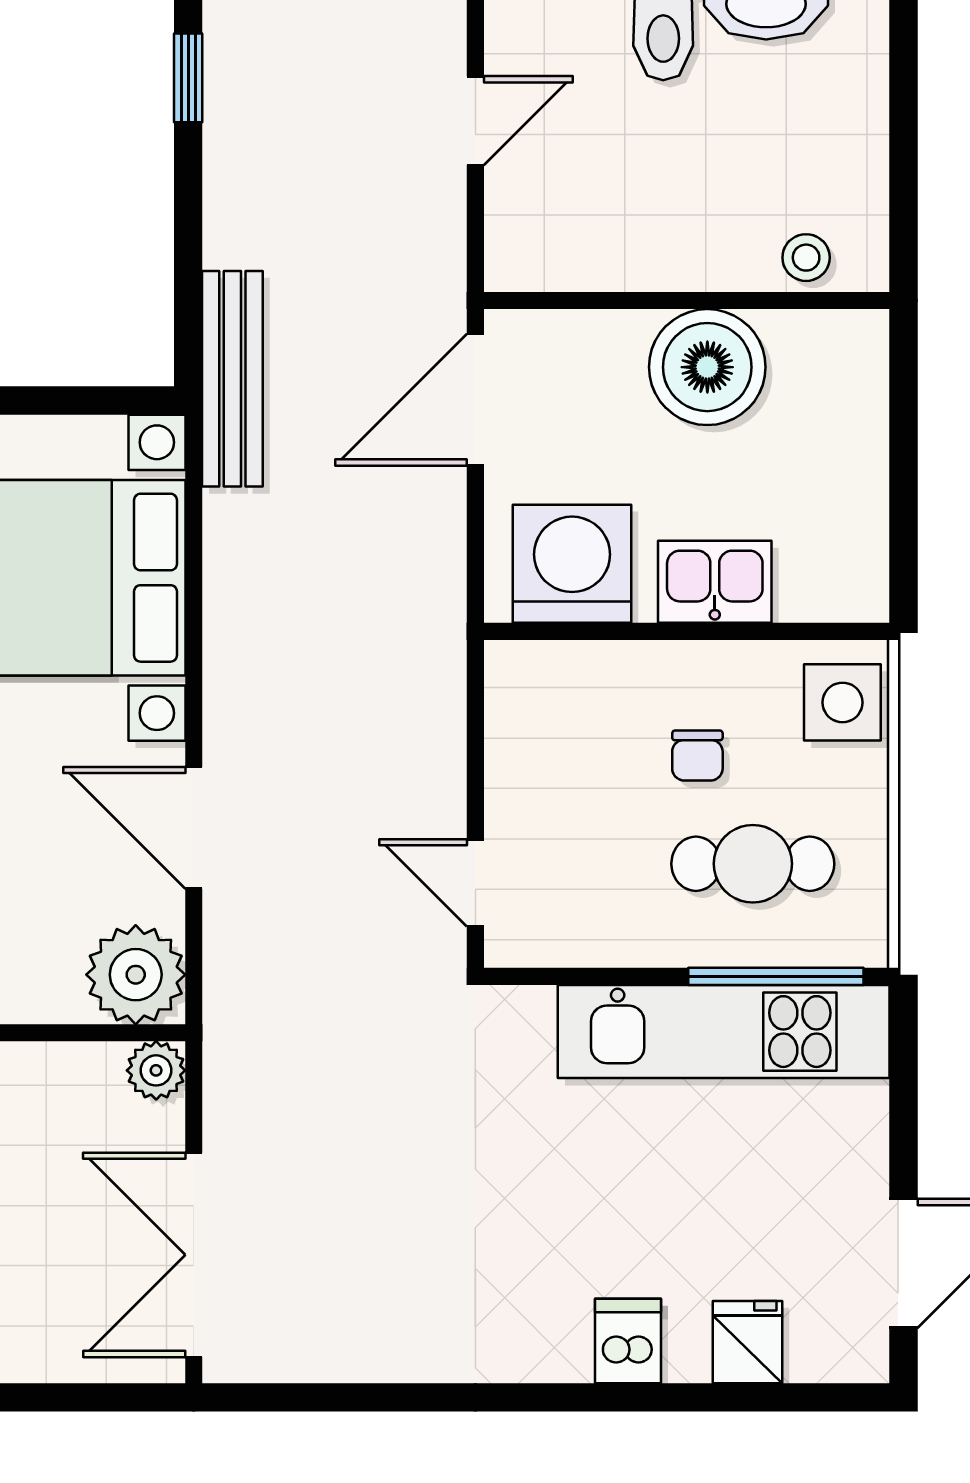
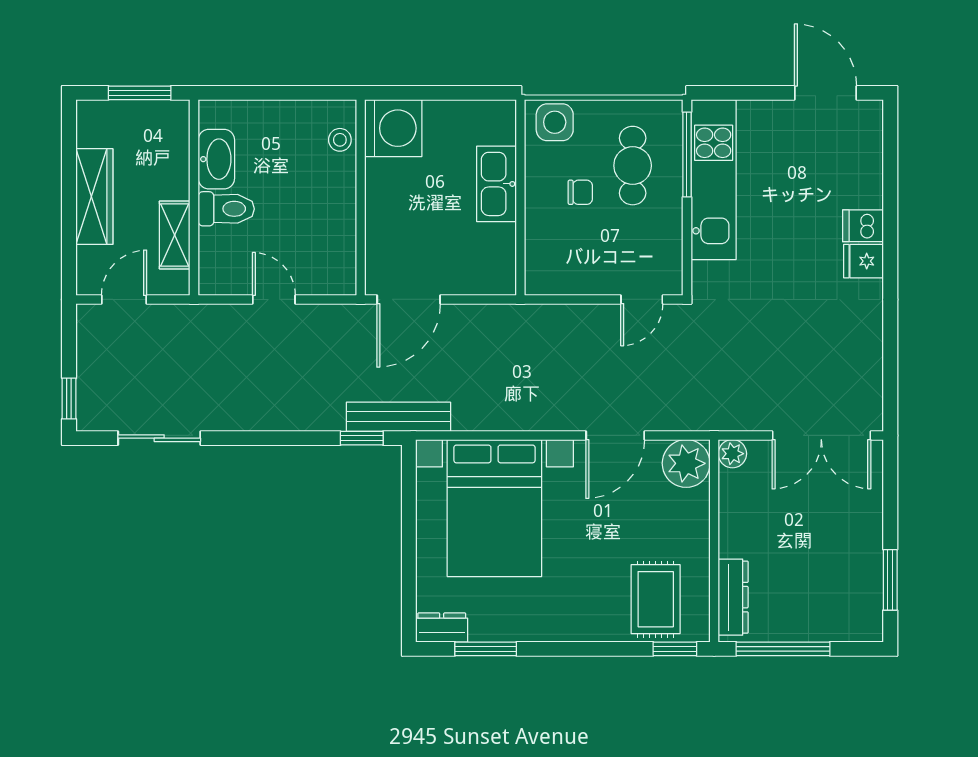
window: (188, 78) -> (362, 438), moved
boiler: (707, 367) -> (393, 188), removed
door: (475, 400) -> (409, 299), hinge flipped
washing machine: (572, 564) -> (393, 128), moved, turned 180
kitchen sink: (715, 582) -> (496, 184), width x1.38
fridge: (747, 1342) -> (864, 261), moved

